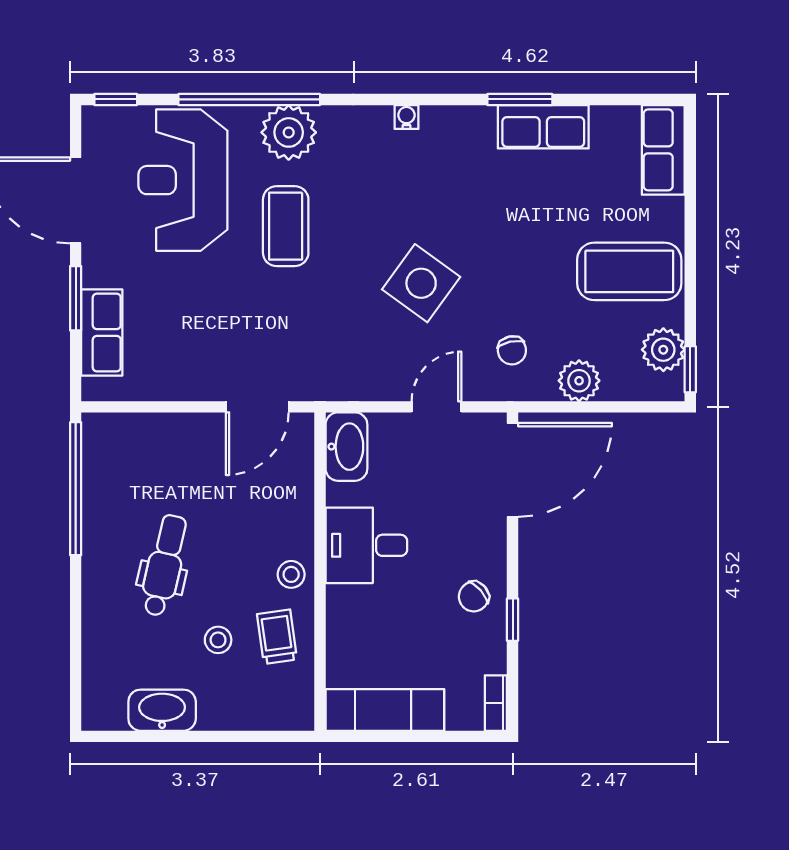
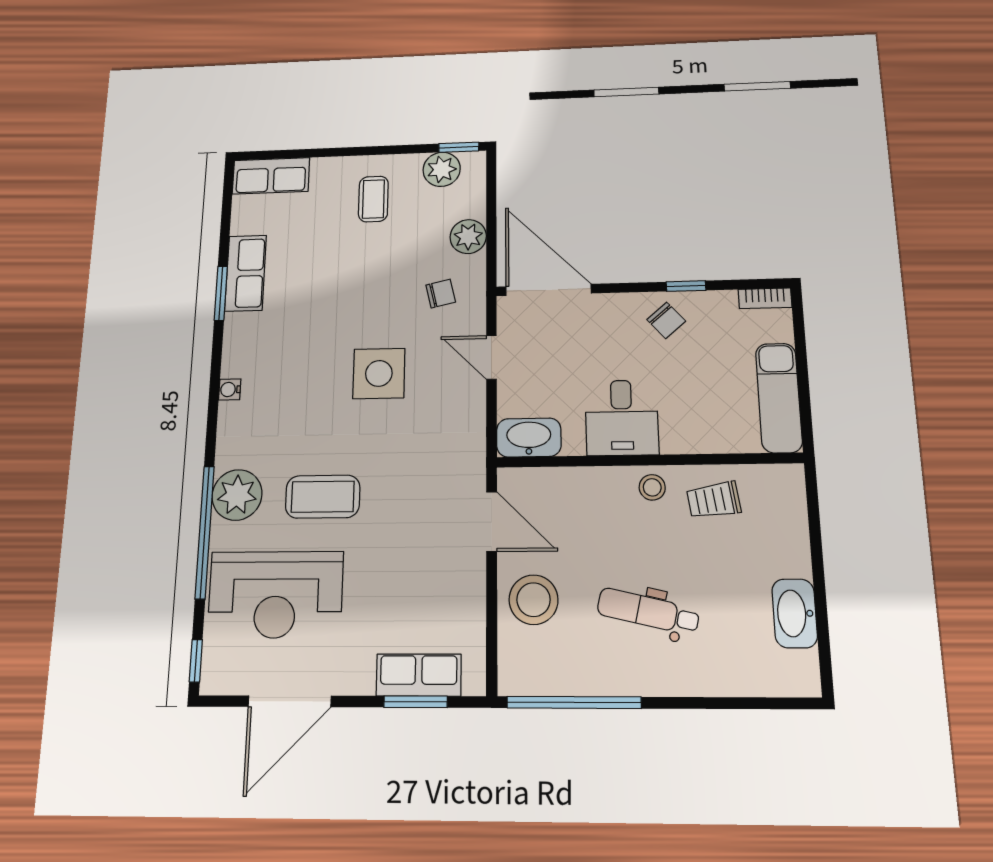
coffee table: (629, 271) -> (373, 199), width x0.54, depth x0.58
side table: (421, 283) -> (379, 373), turned -36
window: (76, 298) -> (415, 702), moved
stool: (218, 640) -> (534, 600), moved, width x1.89, depth x1.89

